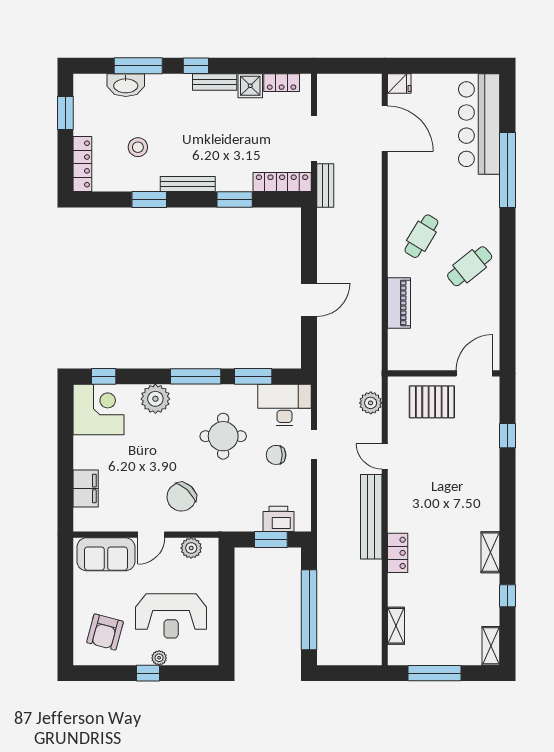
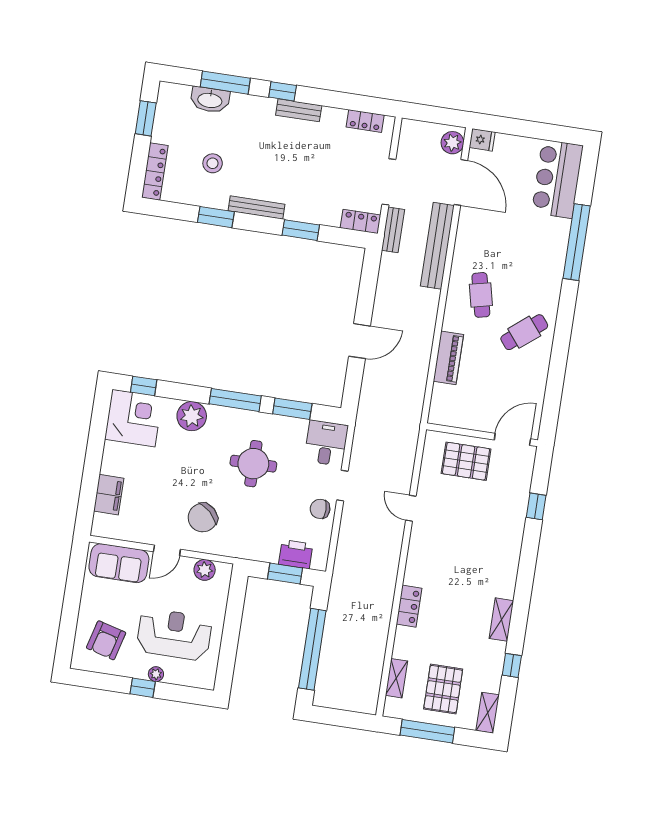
shower: (250, 86) -> (334, 119), removed
bar counter: (479, 124) -> (557, 179), width x0.73
locker: (282, 182) -> (360, 221), width x0.66
cafe table: (421, 236) -> (481, 295), turned -44
plant: (371, 403) -> (452, 143), moved
desk: (284, 405) -> (326, 443), width x0.73
chair: (276, 455) -> (320, 509), moved
bench: (371, 517) -> (437, 246), moved
reception desk: (171, 616) -> (174, 634), turned 180
pallet: (444, 629) -> (443, 689), added

